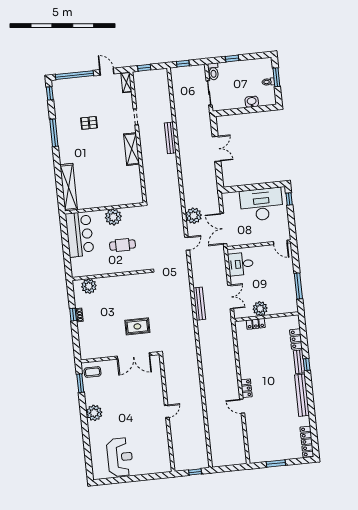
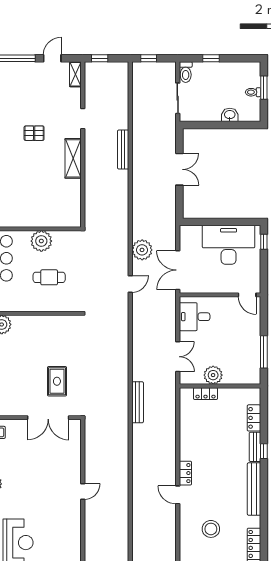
door: (107, 72) -> (52, 58), hinge flipped
pallet: (89, 123) -> (34, 133), moved
bench: (199, 304) -> (138, 402), moved
rug: (137, 326) -> (57, 381), turned 90
stool: (271, 430) -> (211, 529), added

